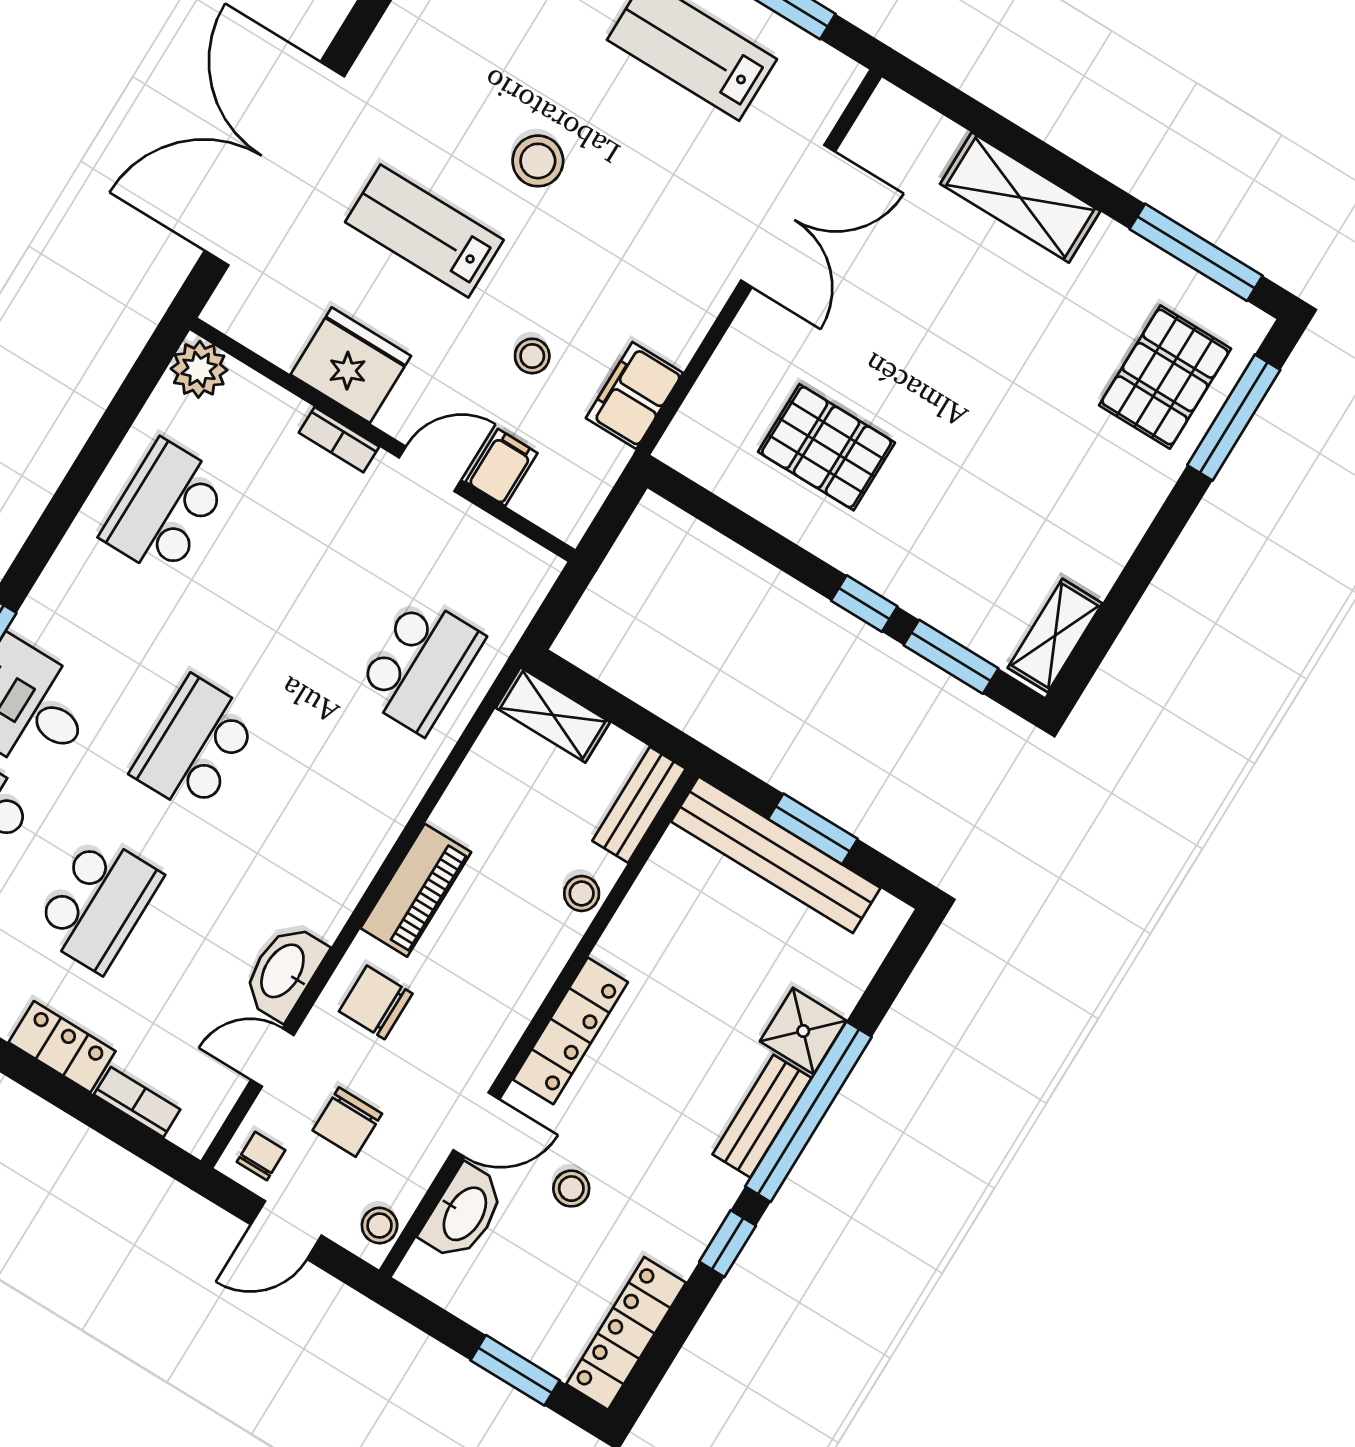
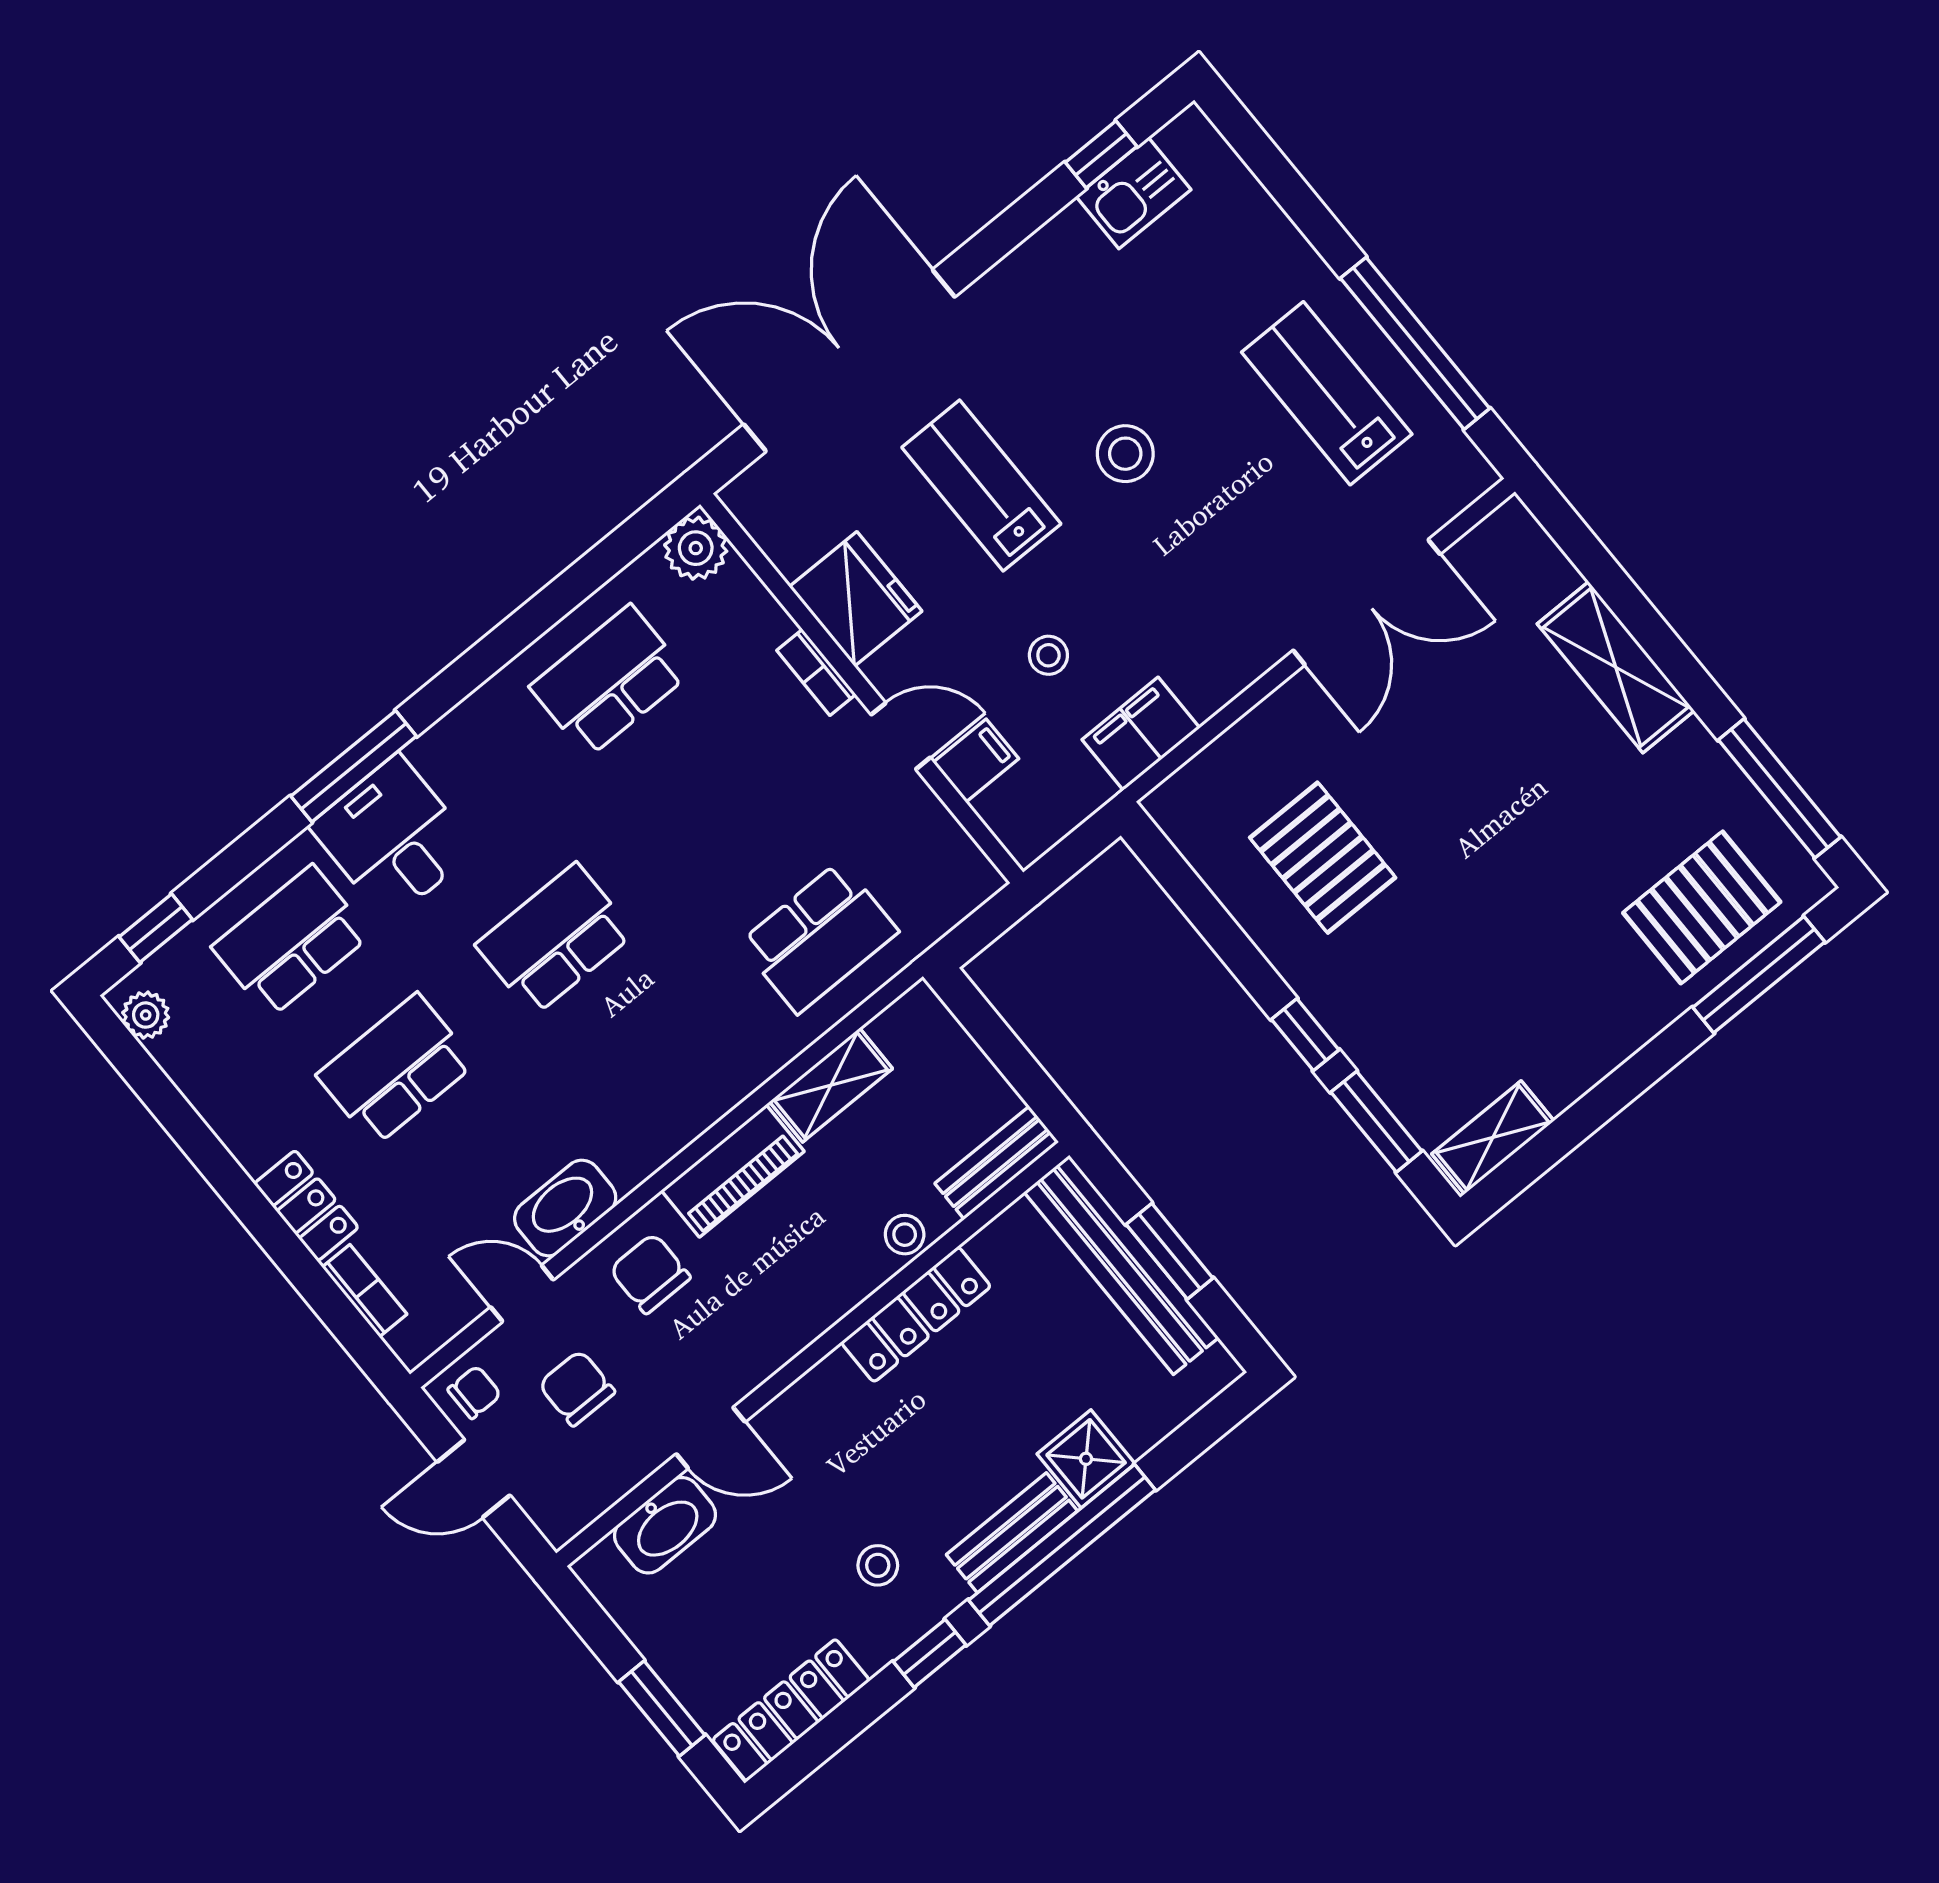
shelving: (553, 715) -> (831, 1085), moved, turned 90
school desk: (98, 904) -> (396, 1069), turned 180
locker: (570, 1031) -> (916, 1314), moved
chair: (347, 1122) -> (577, 1388), turned 90
stool: (571, 1189) -> (878, 1565), moved
stool: (380, 1225) -> (573, 1508), removed

